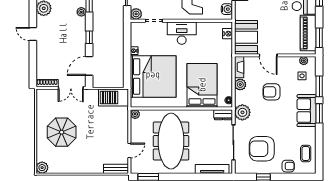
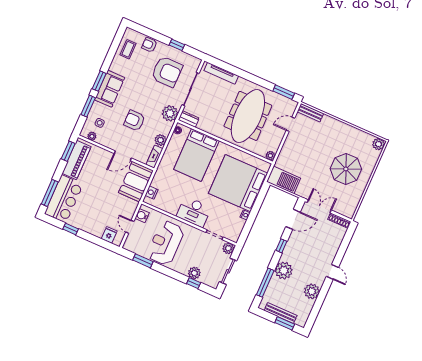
plant: (81, 12) -> (284, 271), width x1.87, depth x1.87
door: (268, 55) -> (123, 156), swing flipped
armchair: (272, 92) -> (134, 120), turned 180

